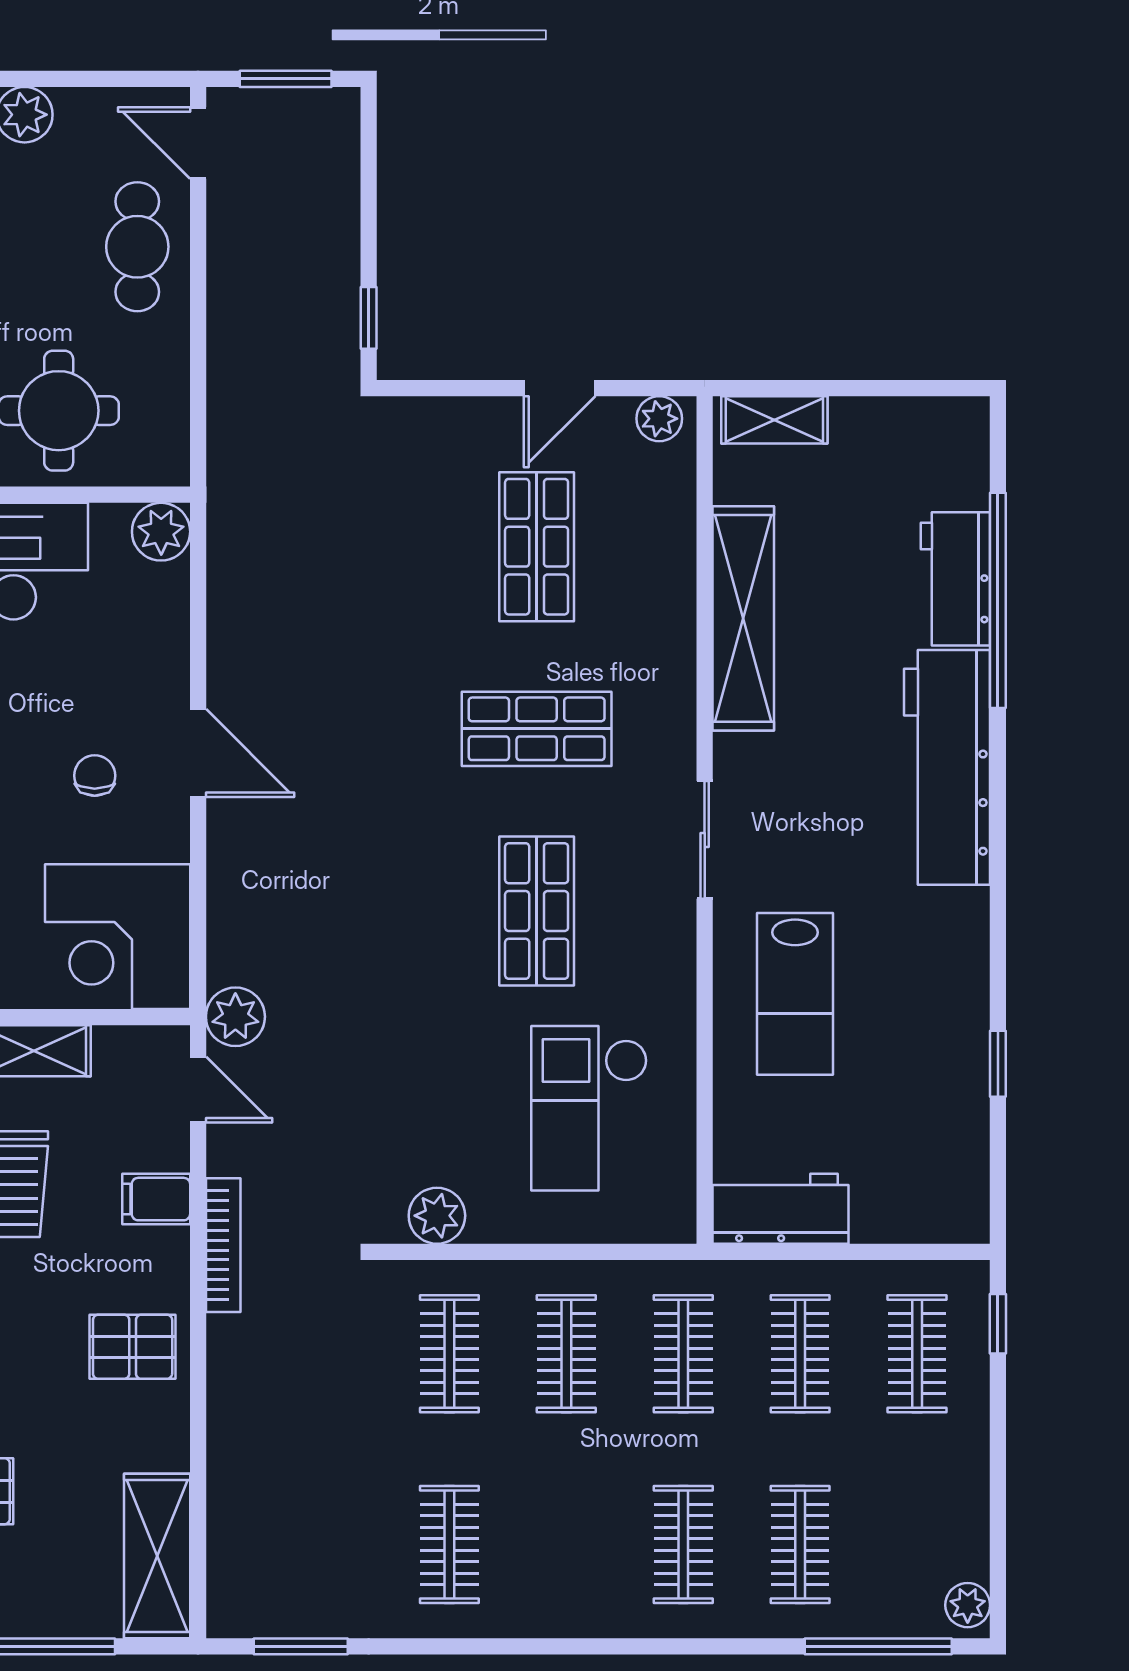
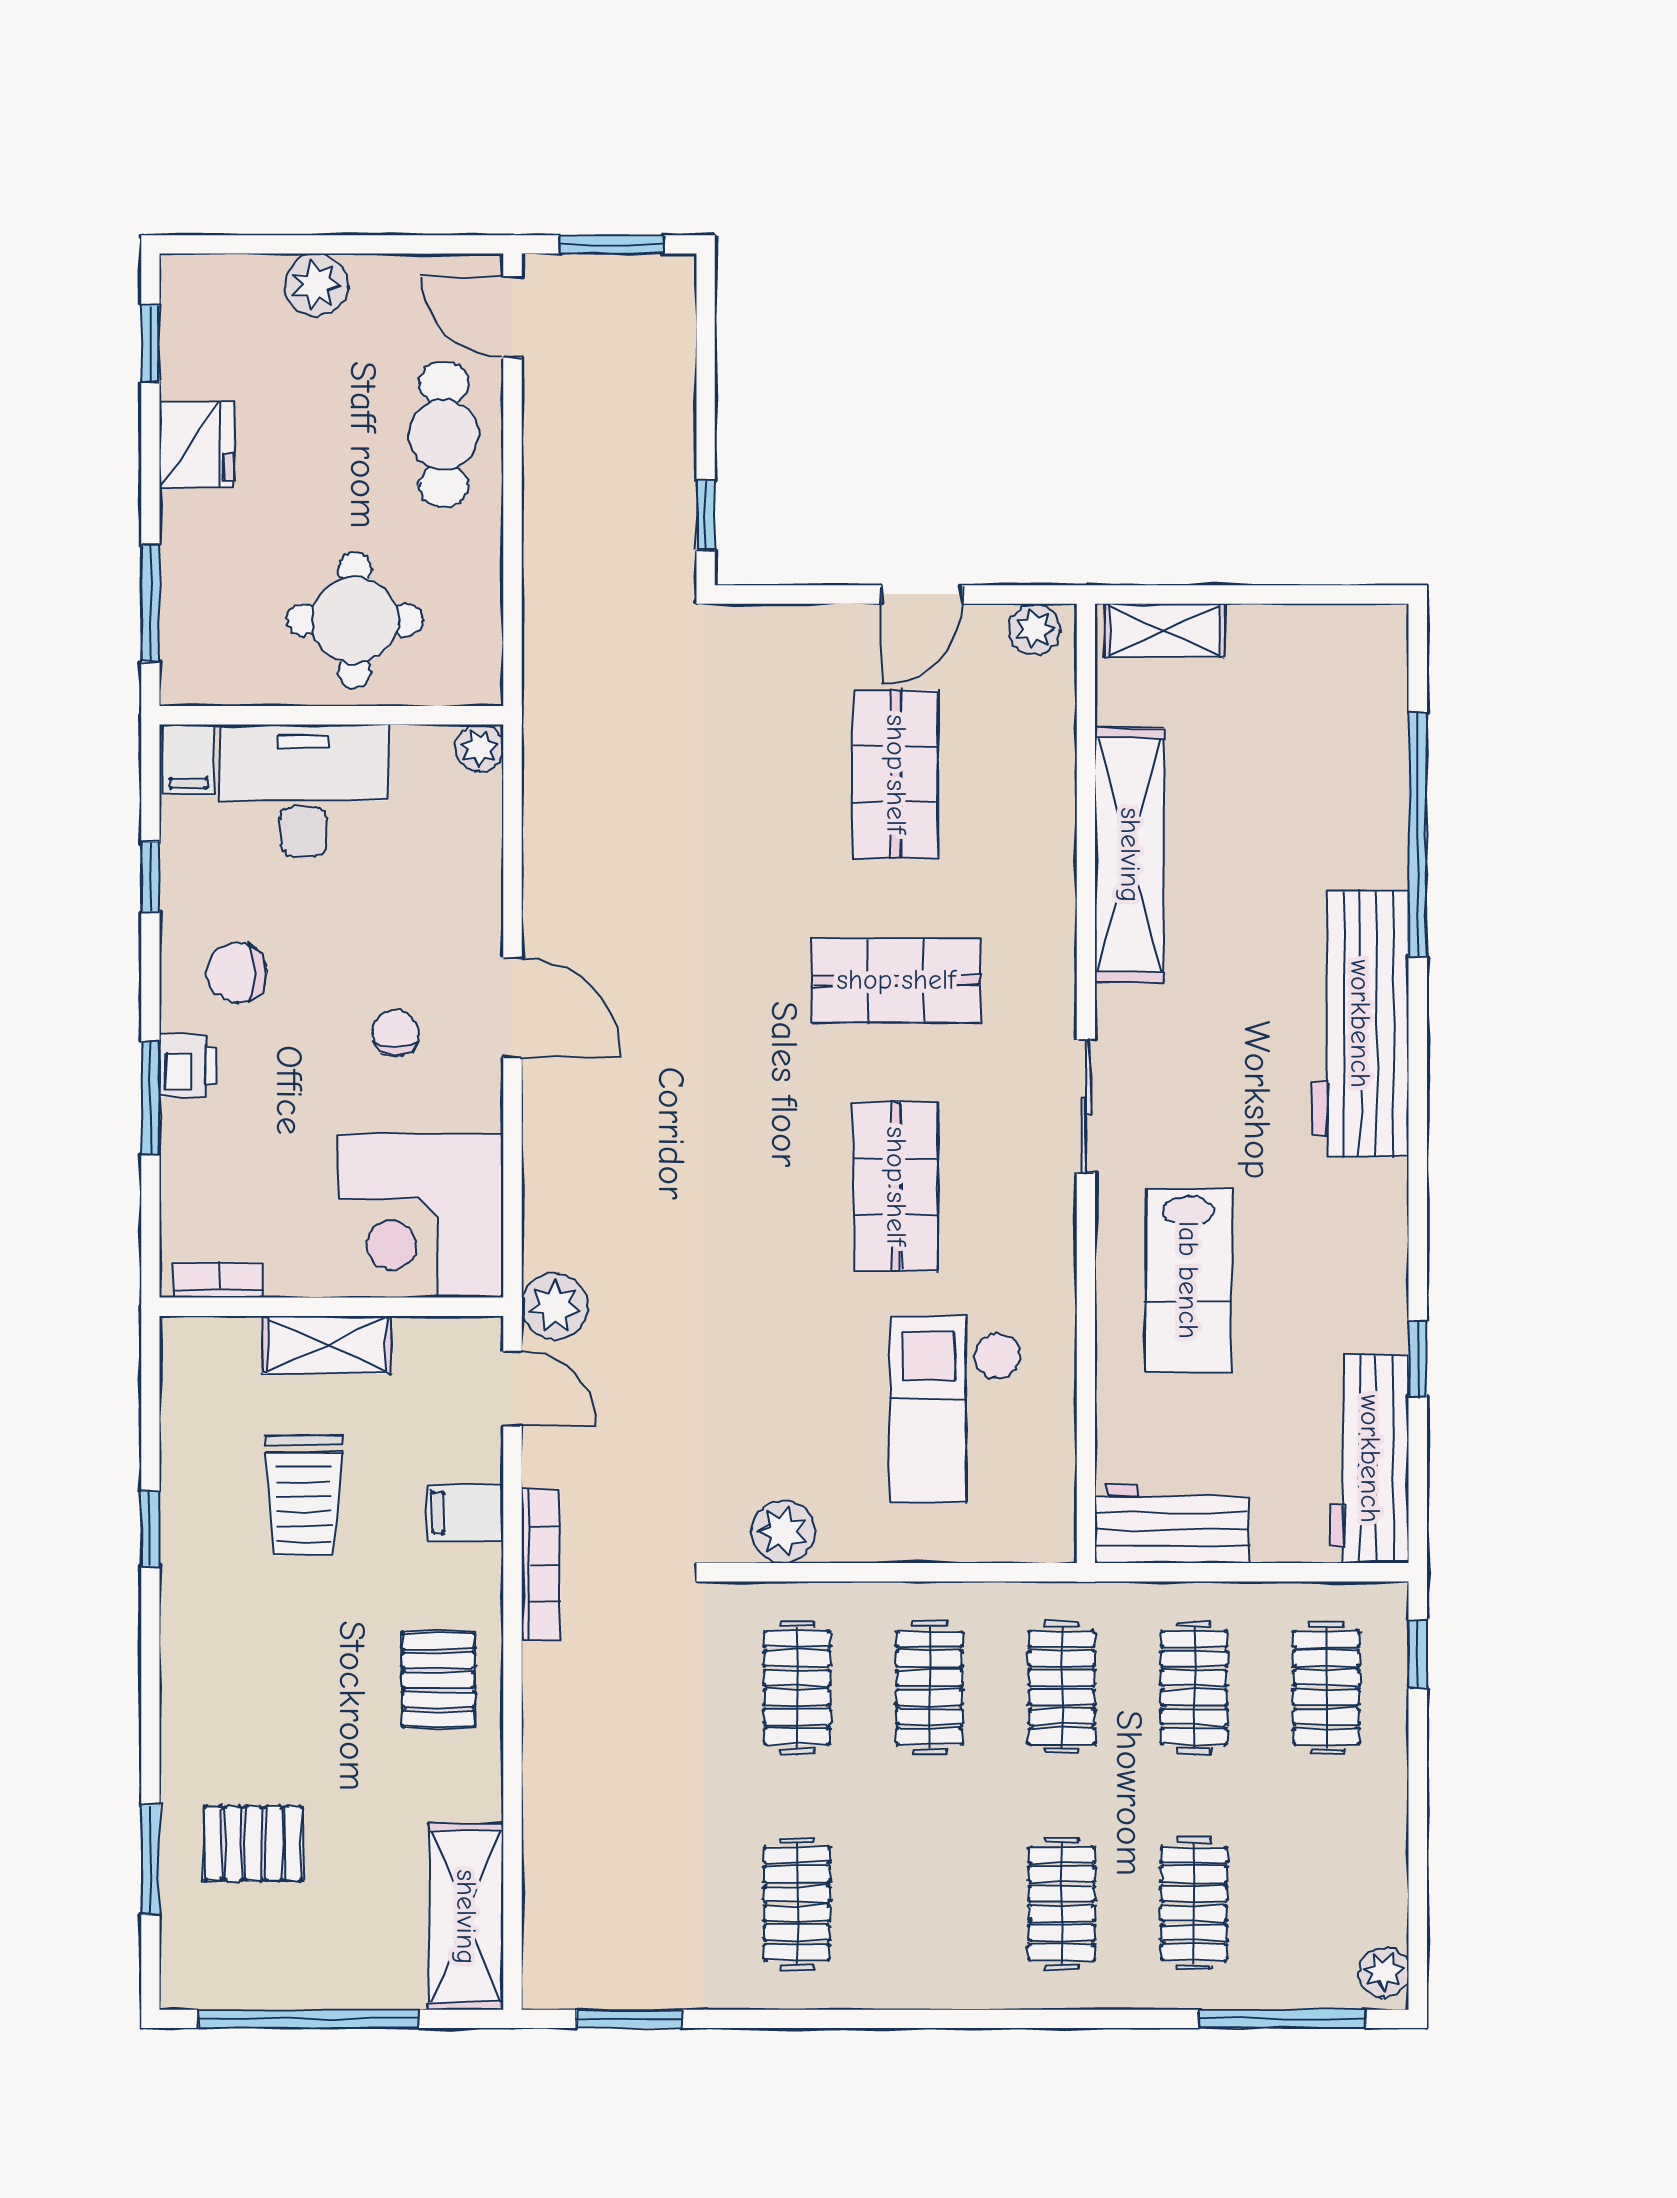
plant: (161, 532) -> (480, 748), width x0.73, depth x0.73
workbench: (955, 579) -> (1370, 1459), moved, width x1.38
pallet: (133, 1347) -> (438, 1680), turned 90

